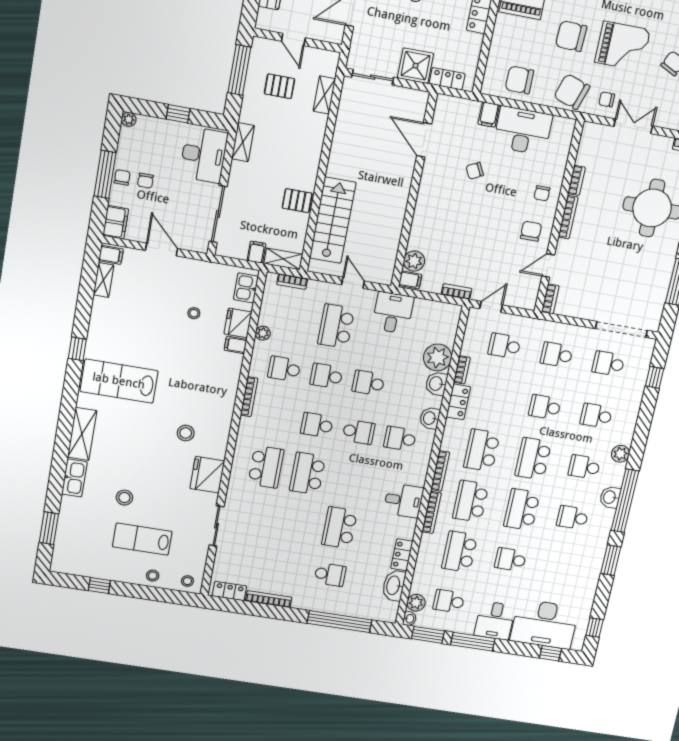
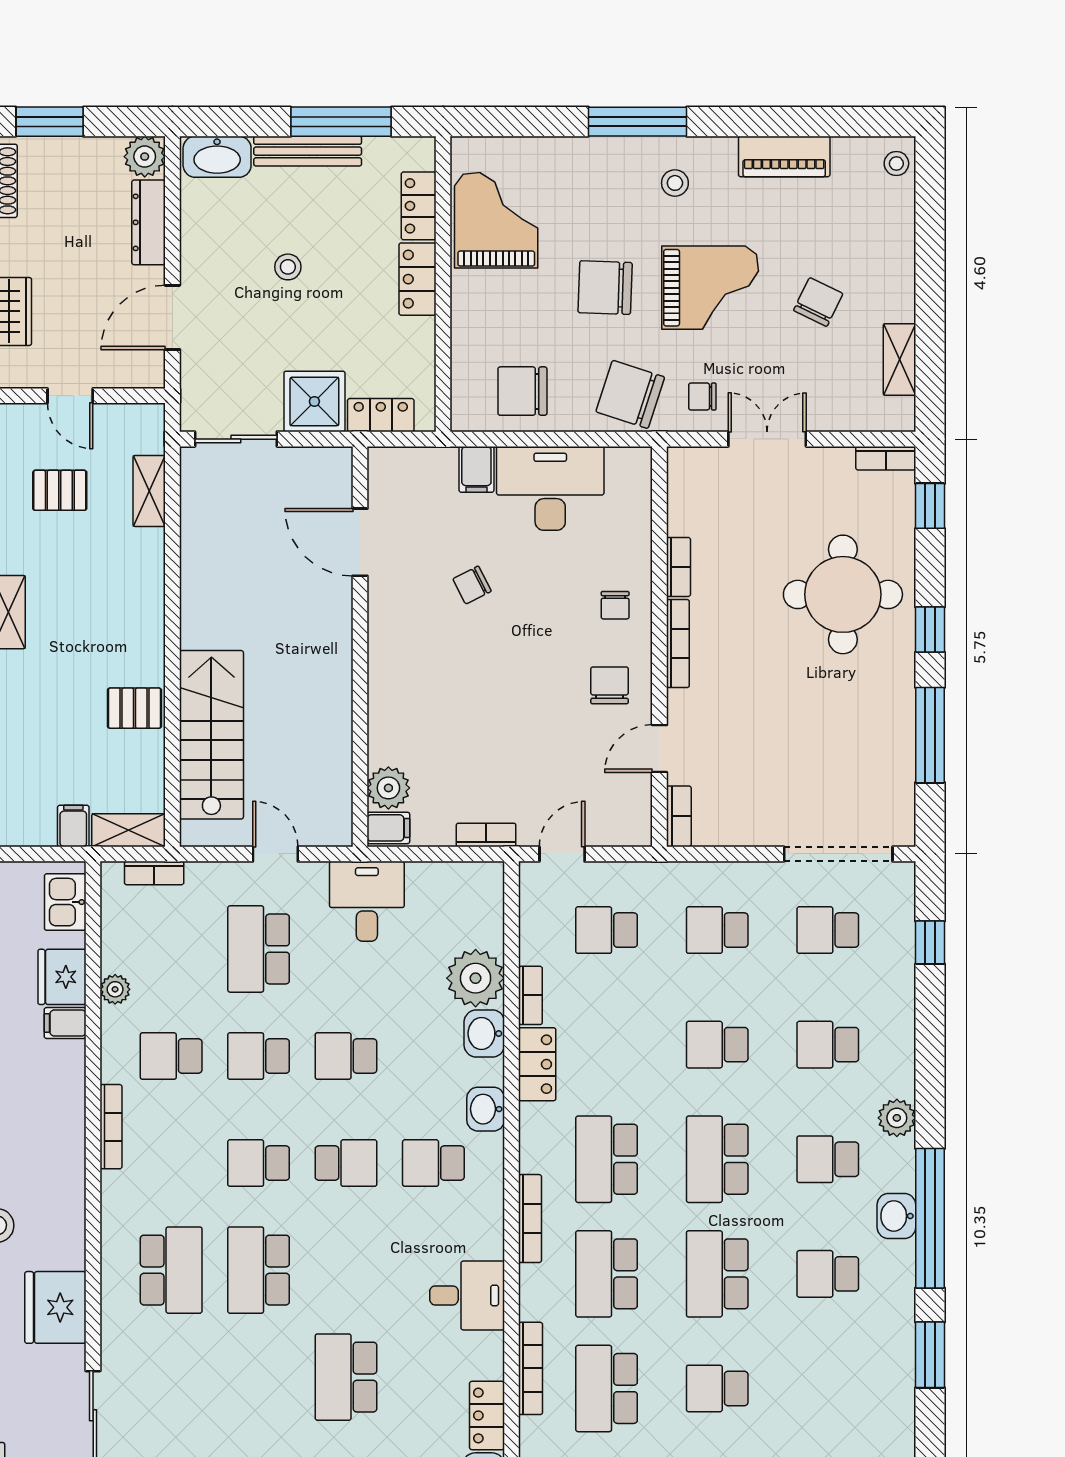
bookcase: (432, 512) -> (531, 1368), moved

